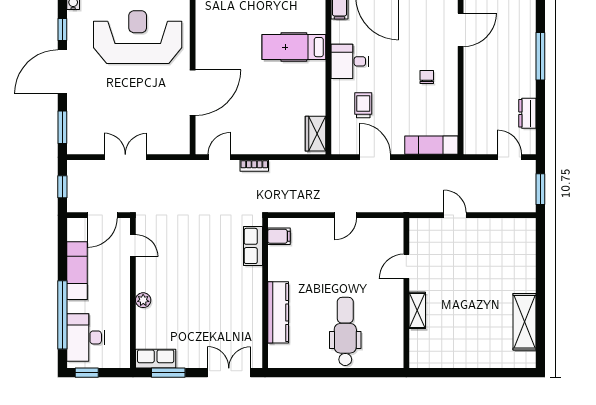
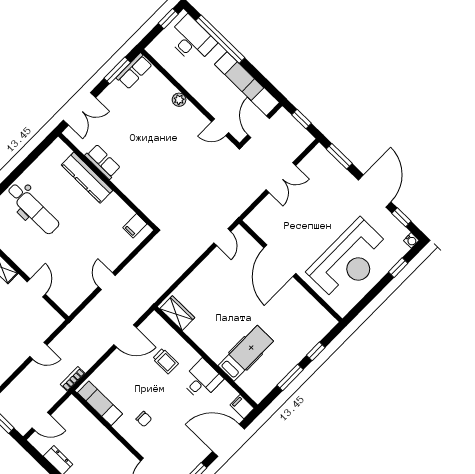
exam couch: (431, 145) -> (100, 403), moved, turned -90
bookcase: (254, 166) -> (73, 379), moved
row of seats: (253, 246) -> (103, 162), moved

